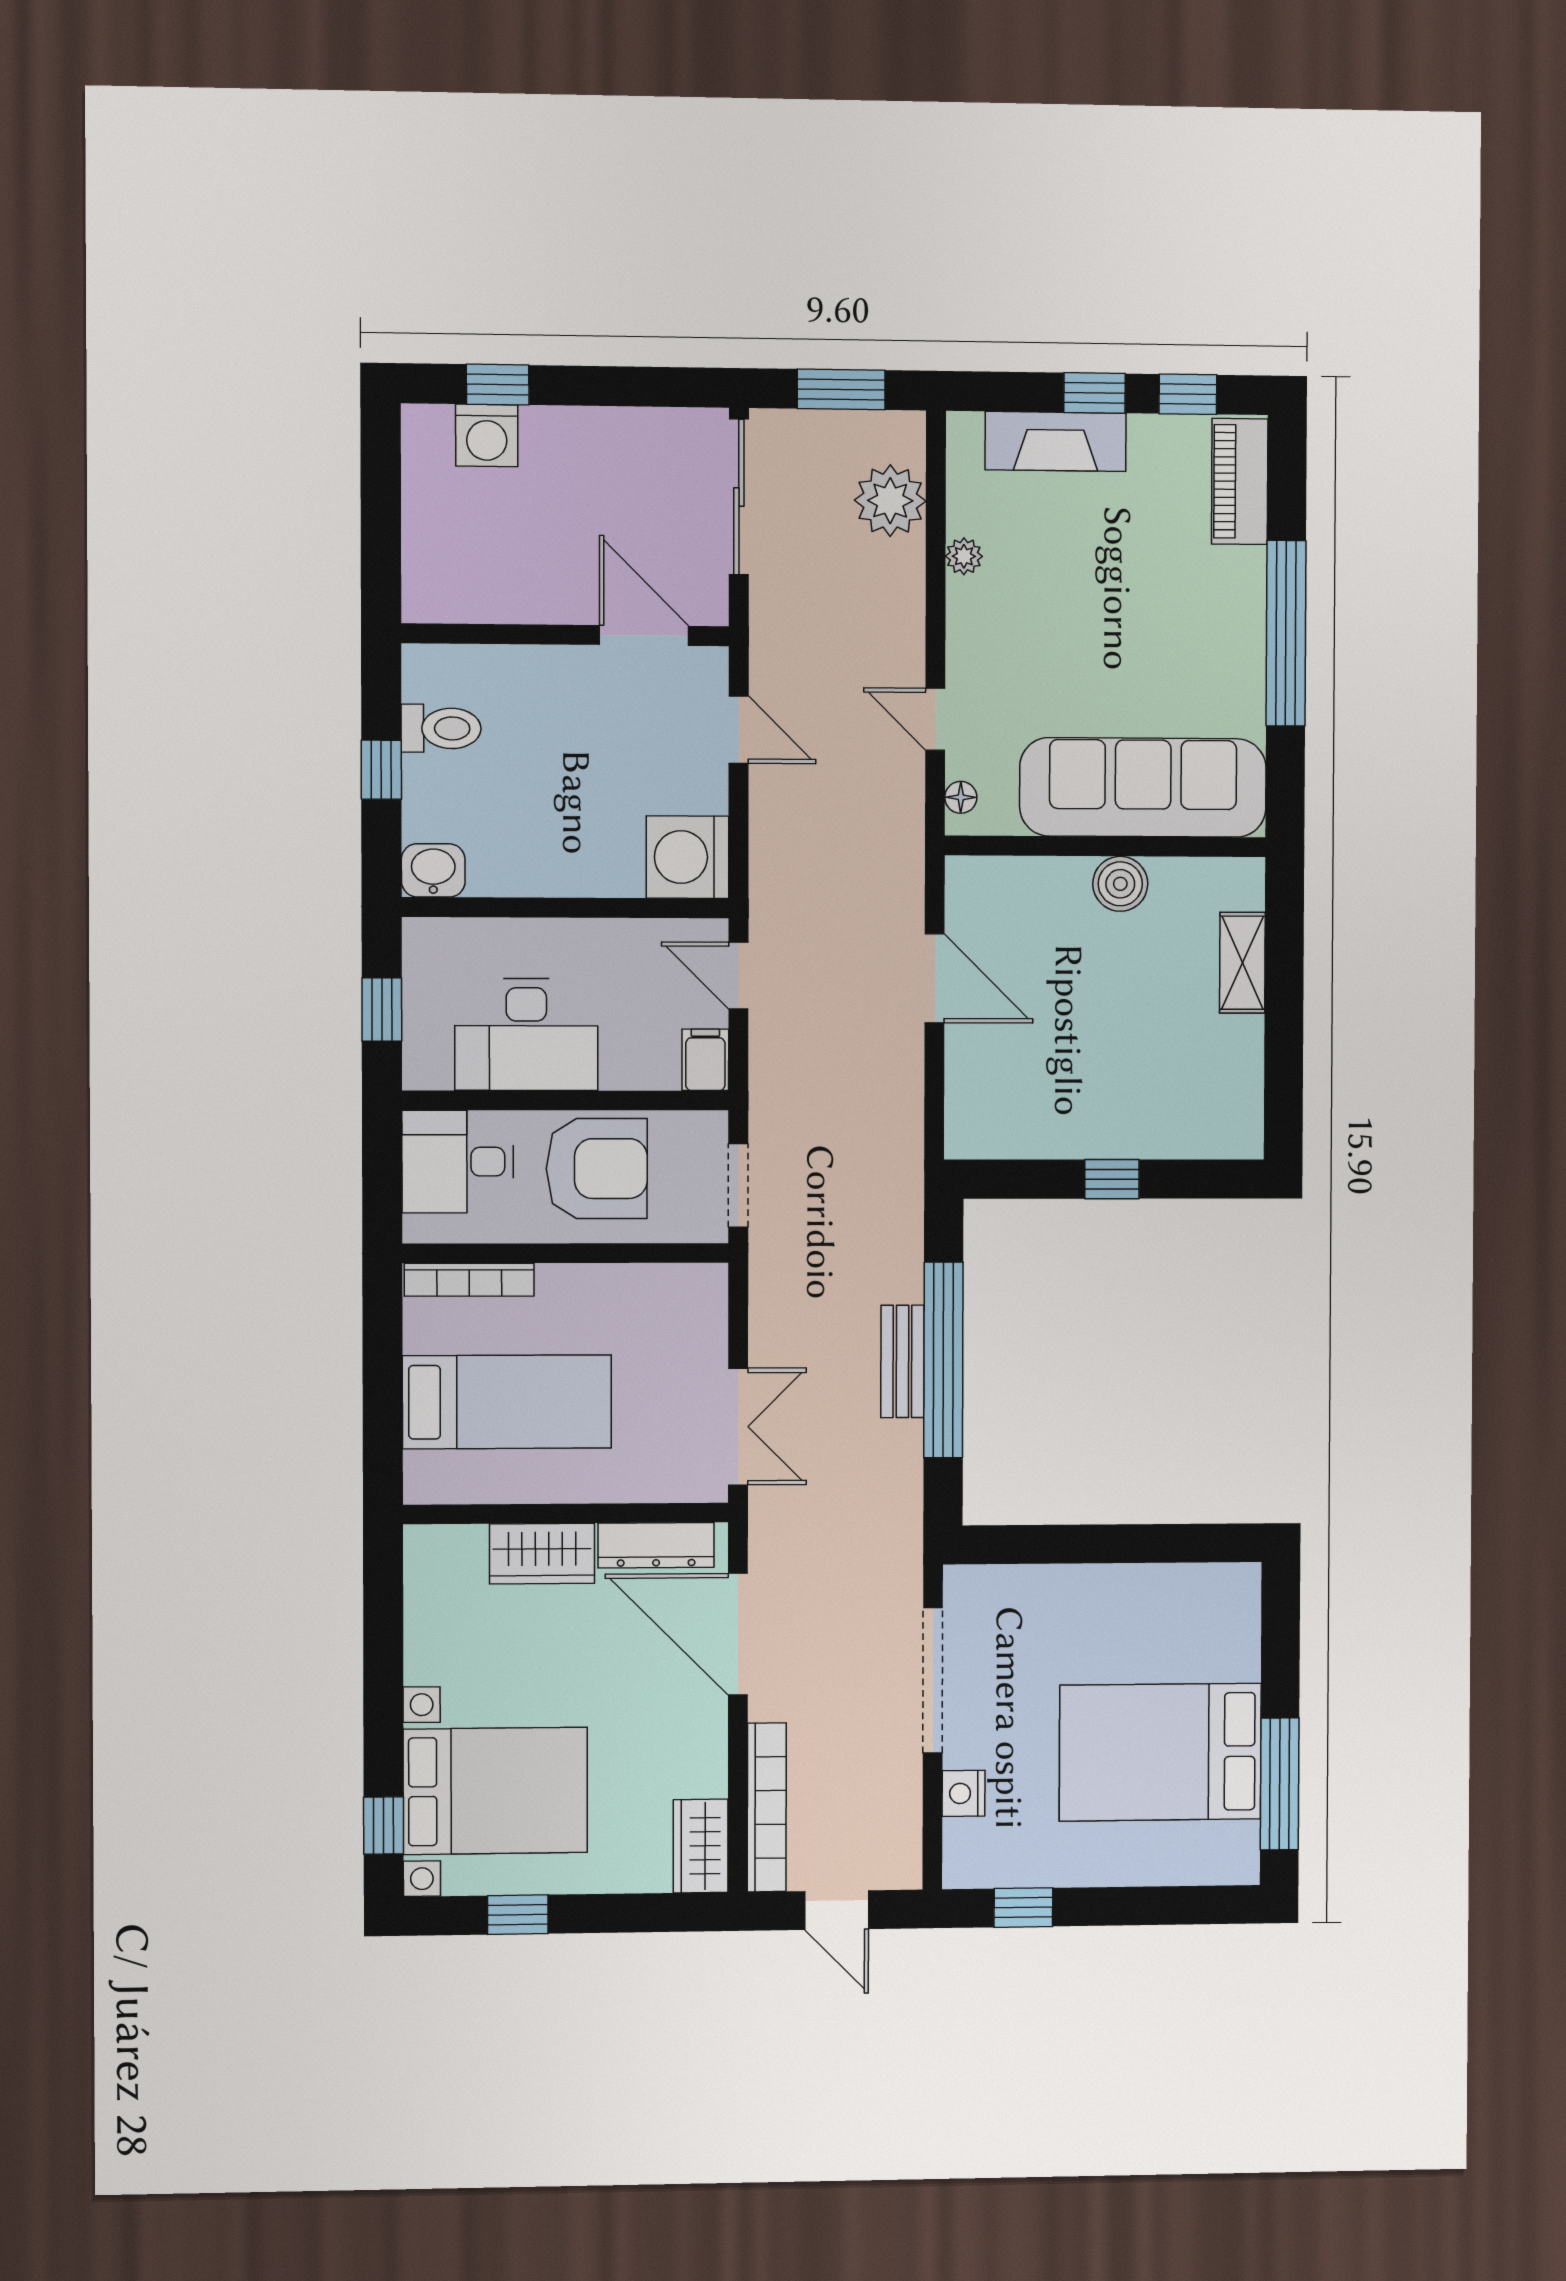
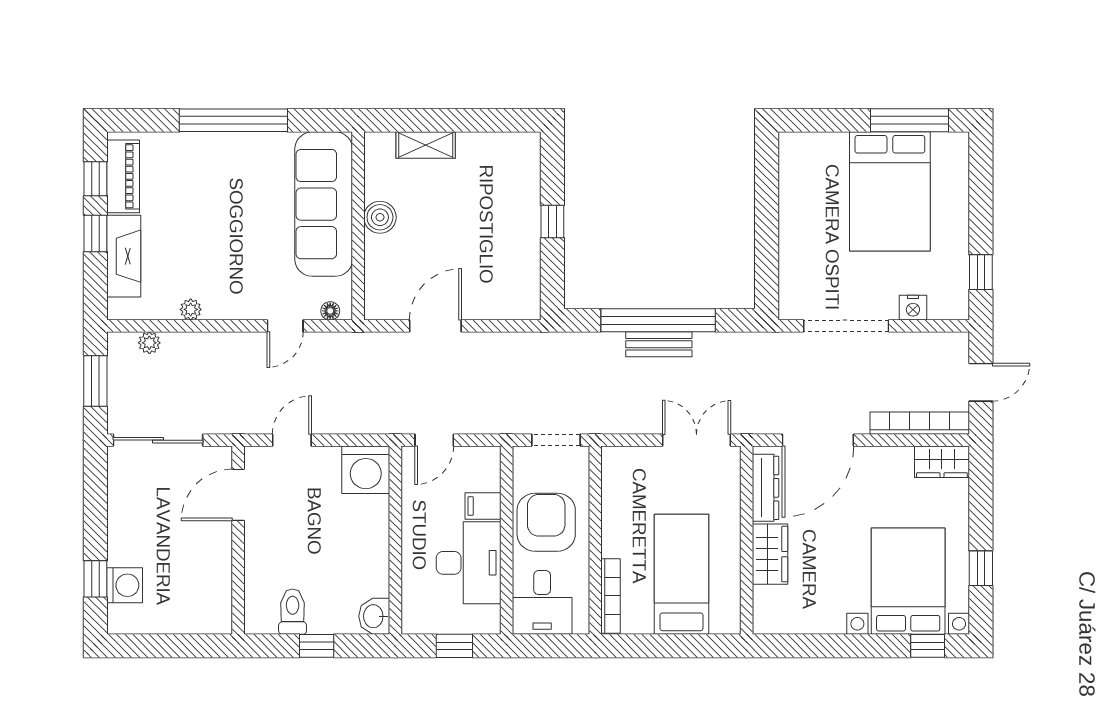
piano: (1240, 481) -> (123, 176), moved, turned -90
plant: (890, 501) -> (149, 343), width x0.53, depth x0.53
filing cabinet: (705, 1060) -> (483, 506), moved

